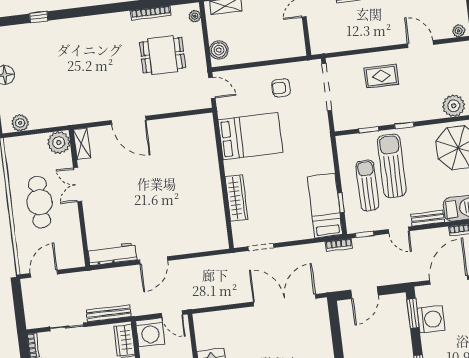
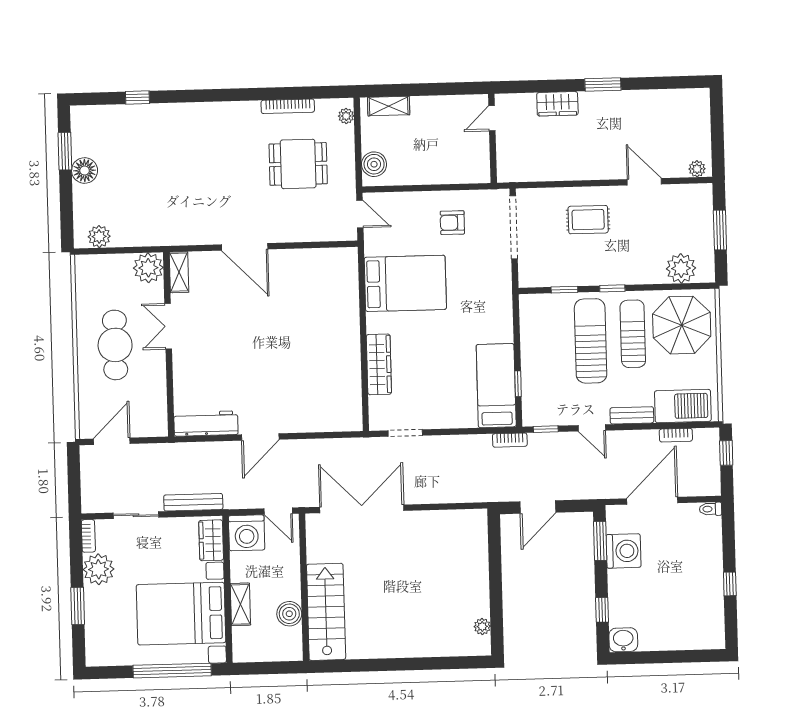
sun lounger: (367, 185) -> (633, 334), moved
double door: (284, 300) -> (362, 509), moved

